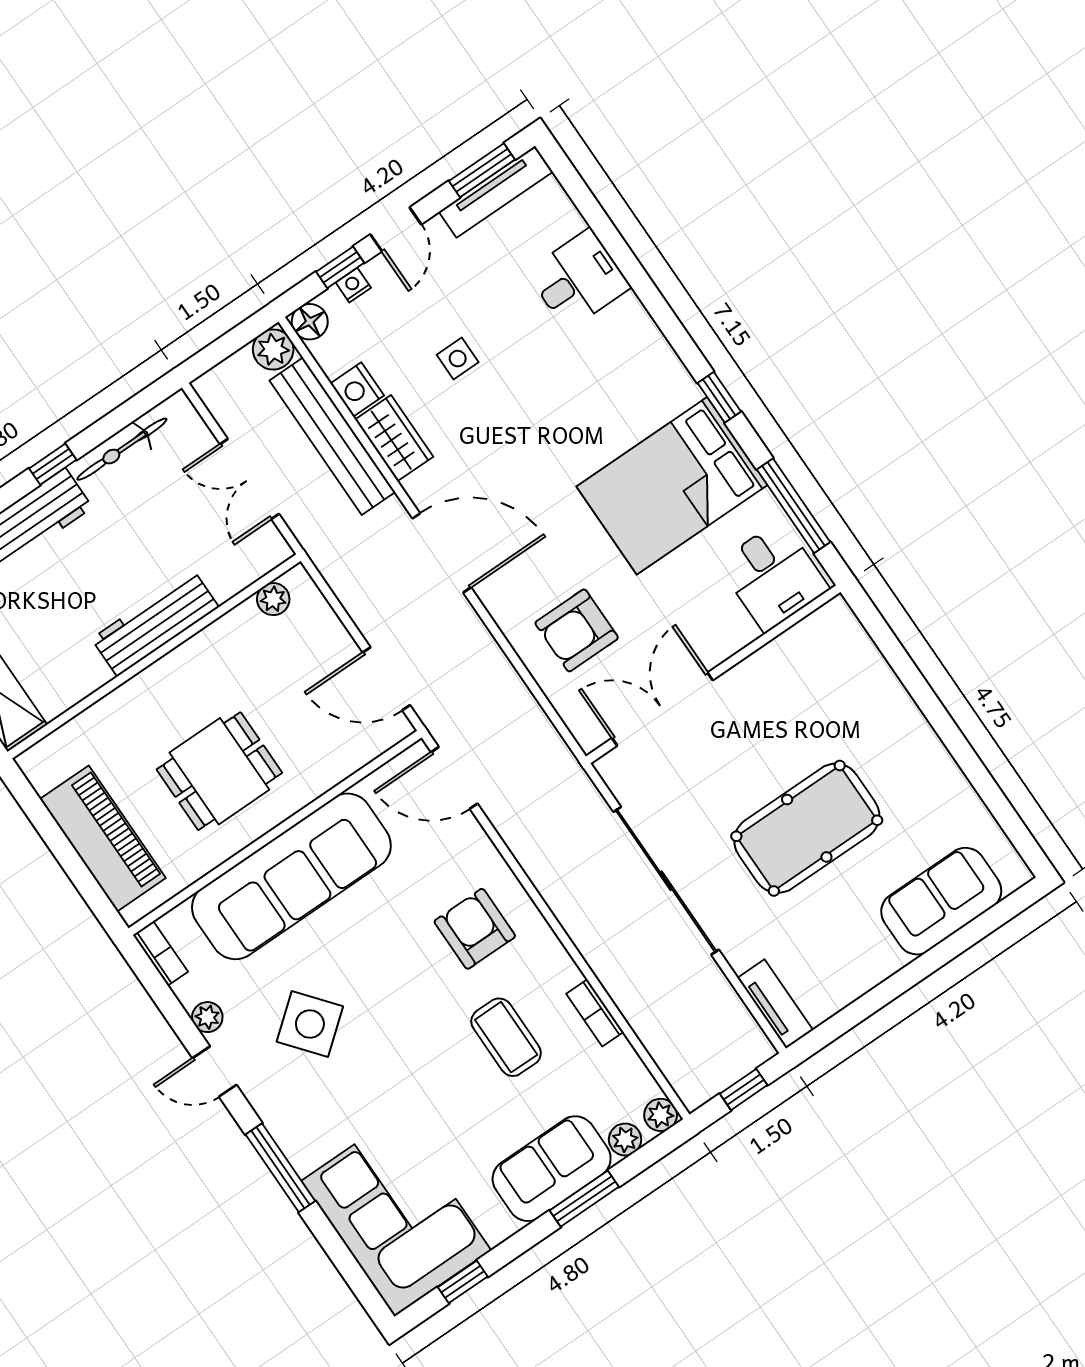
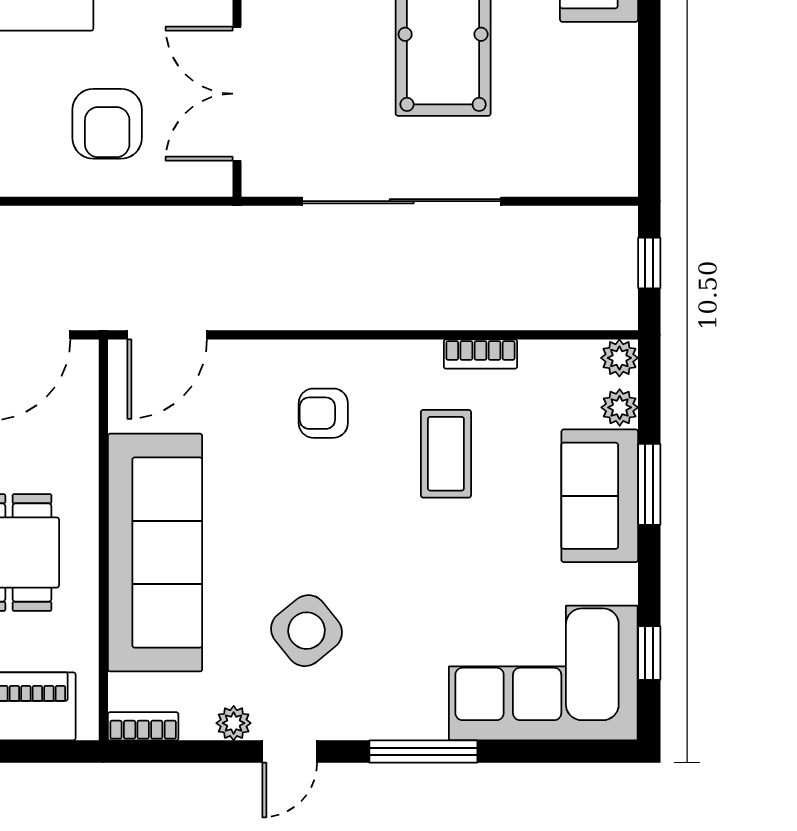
armchair: (475, 929) -> (323, 413), width x0.72, depth x0.72
tv unit: (775, 1004) -> (589, 178), removed
coffee table: (506, 1037) -> (446, 454), turned 90

